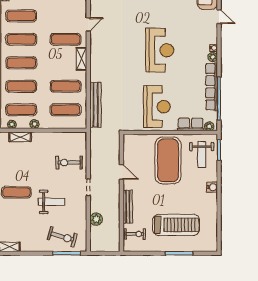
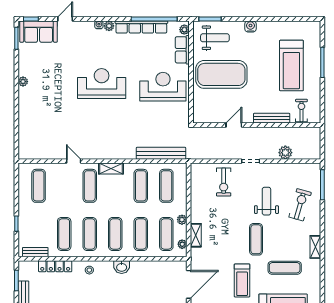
treadmill: (176, 225) -> (291, 66), turned 180
exercise bike: (62, 237) -> (300, 205), moved

